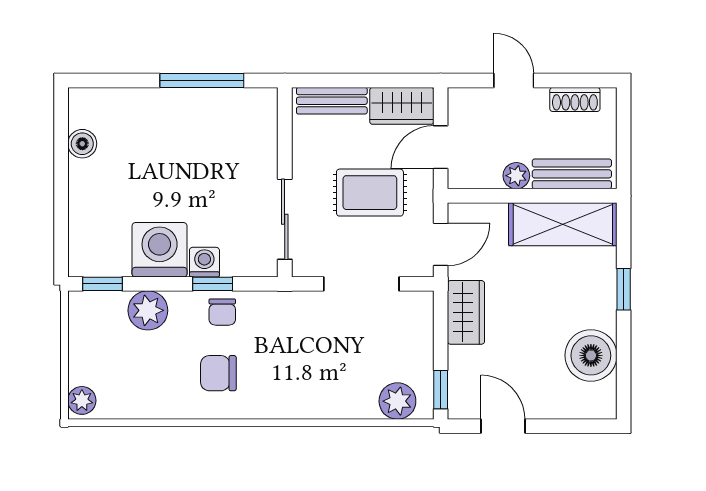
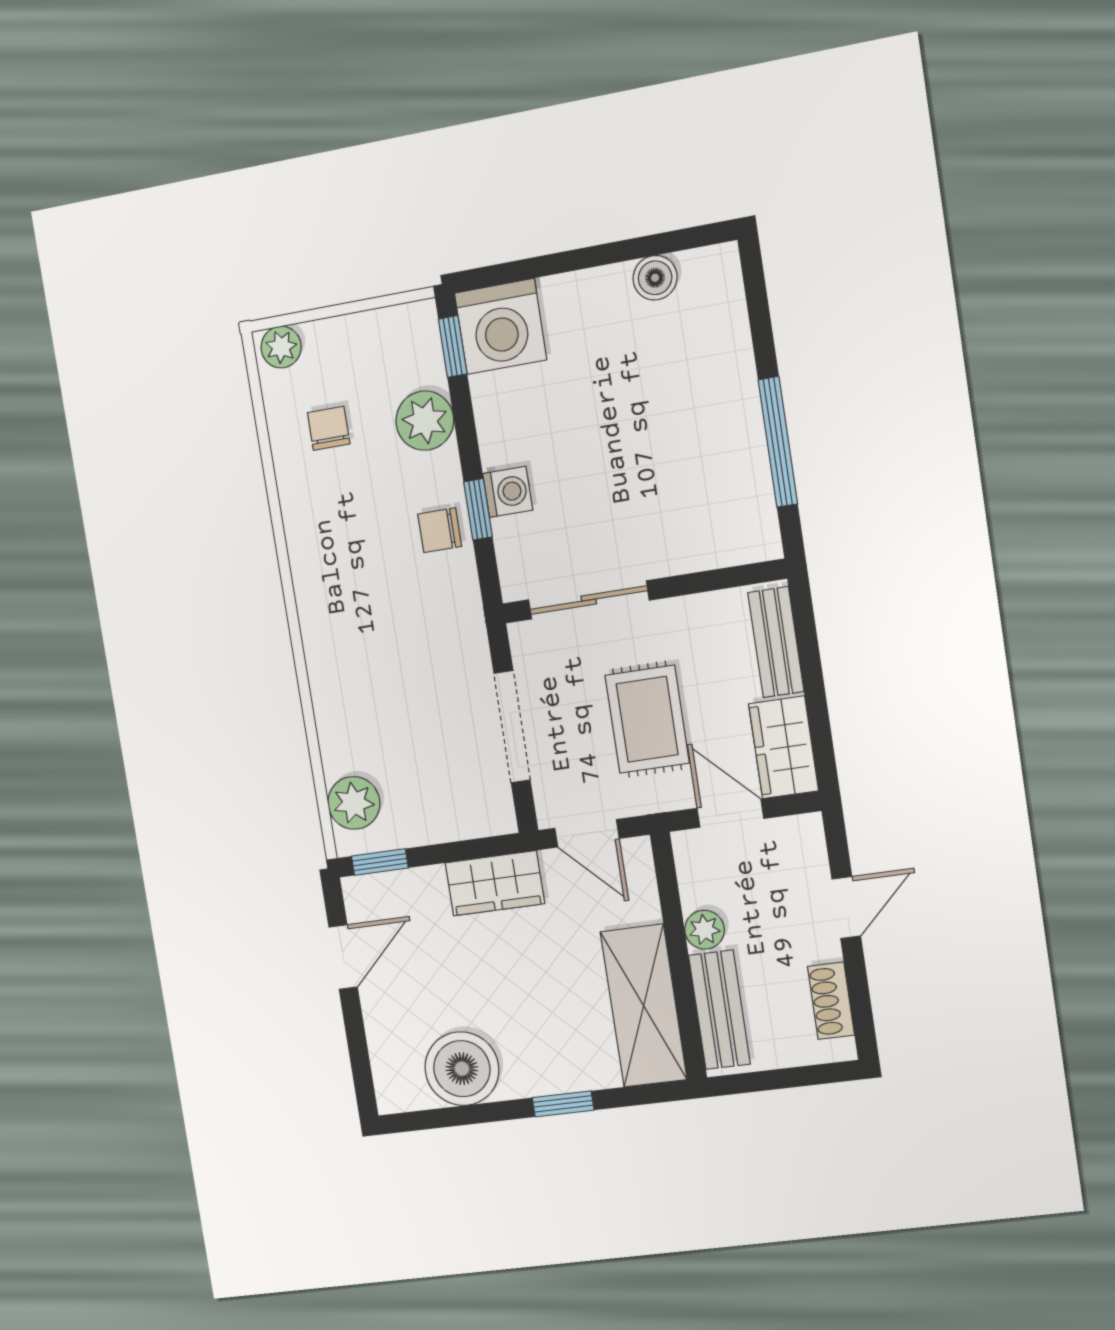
washing machine: (160, 250) -> (501, 326), moved, turned 90
chair: (218, 373) -> (329, 428), moved, width x0.73, depth x0.73

